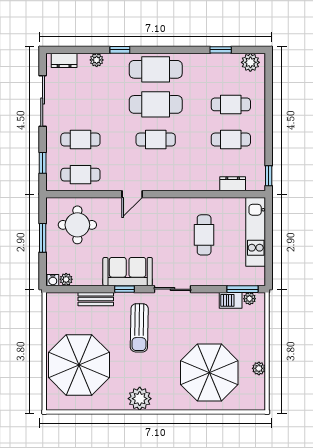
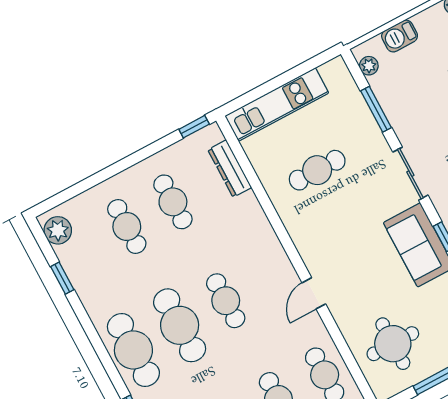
dresser: (233, 184) -> (230, 169), width x1.44
door: (132, 194) -> (314, 293), swing flipped
window: (242, 289) -> (376, 109), moved
barbecue: (231, 300) -> (400, 36), moved, turned 90

